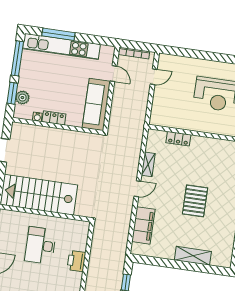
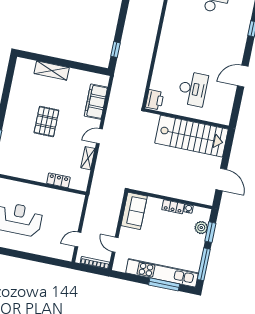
sofa: (96, 104) -> (134, 211), width x0.73
printer: (76, 261) -> (155, 100), moved

